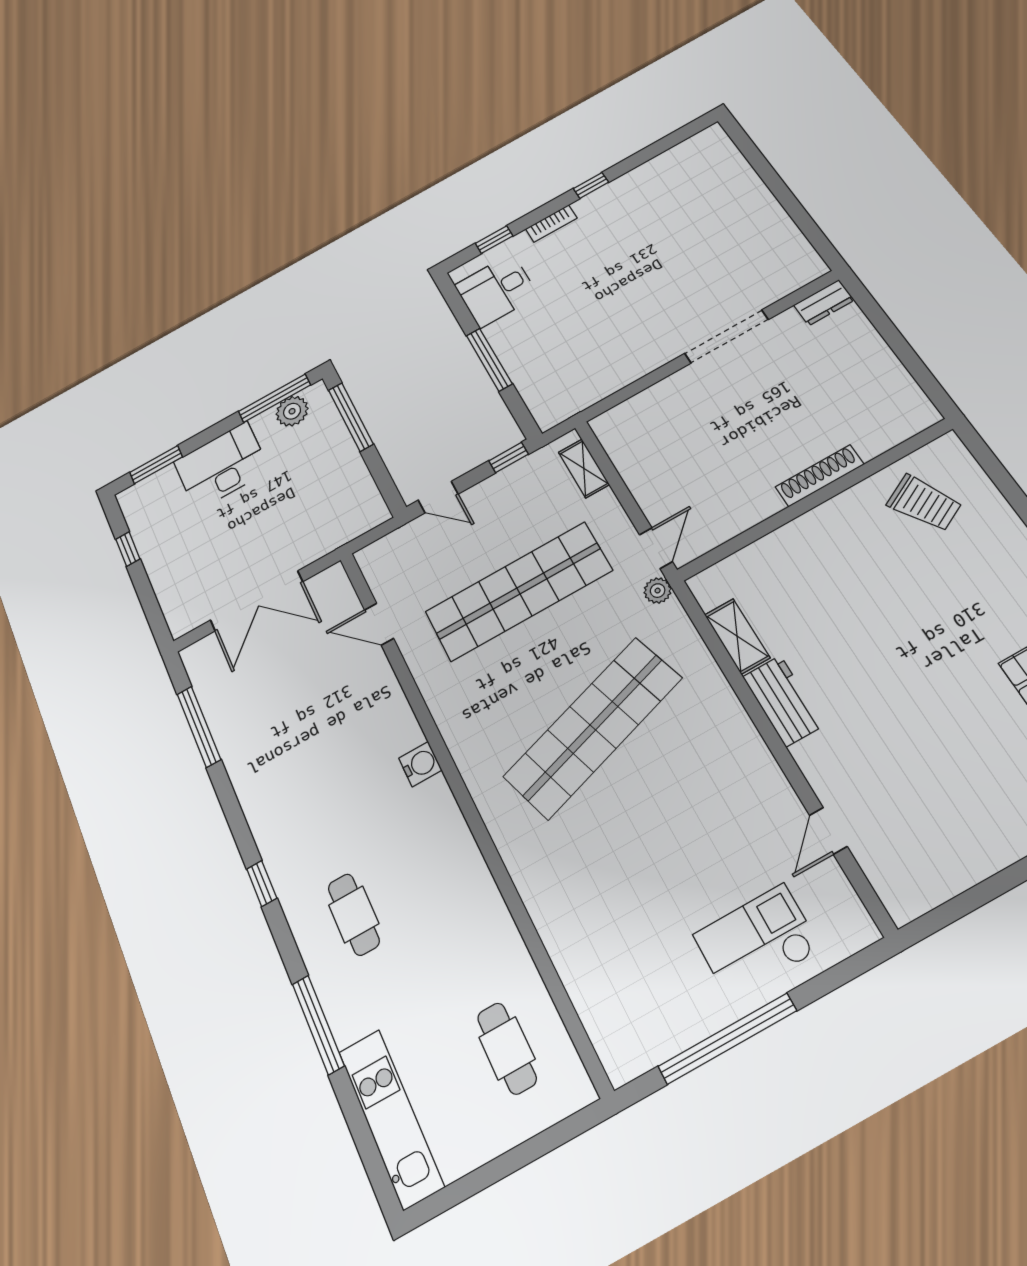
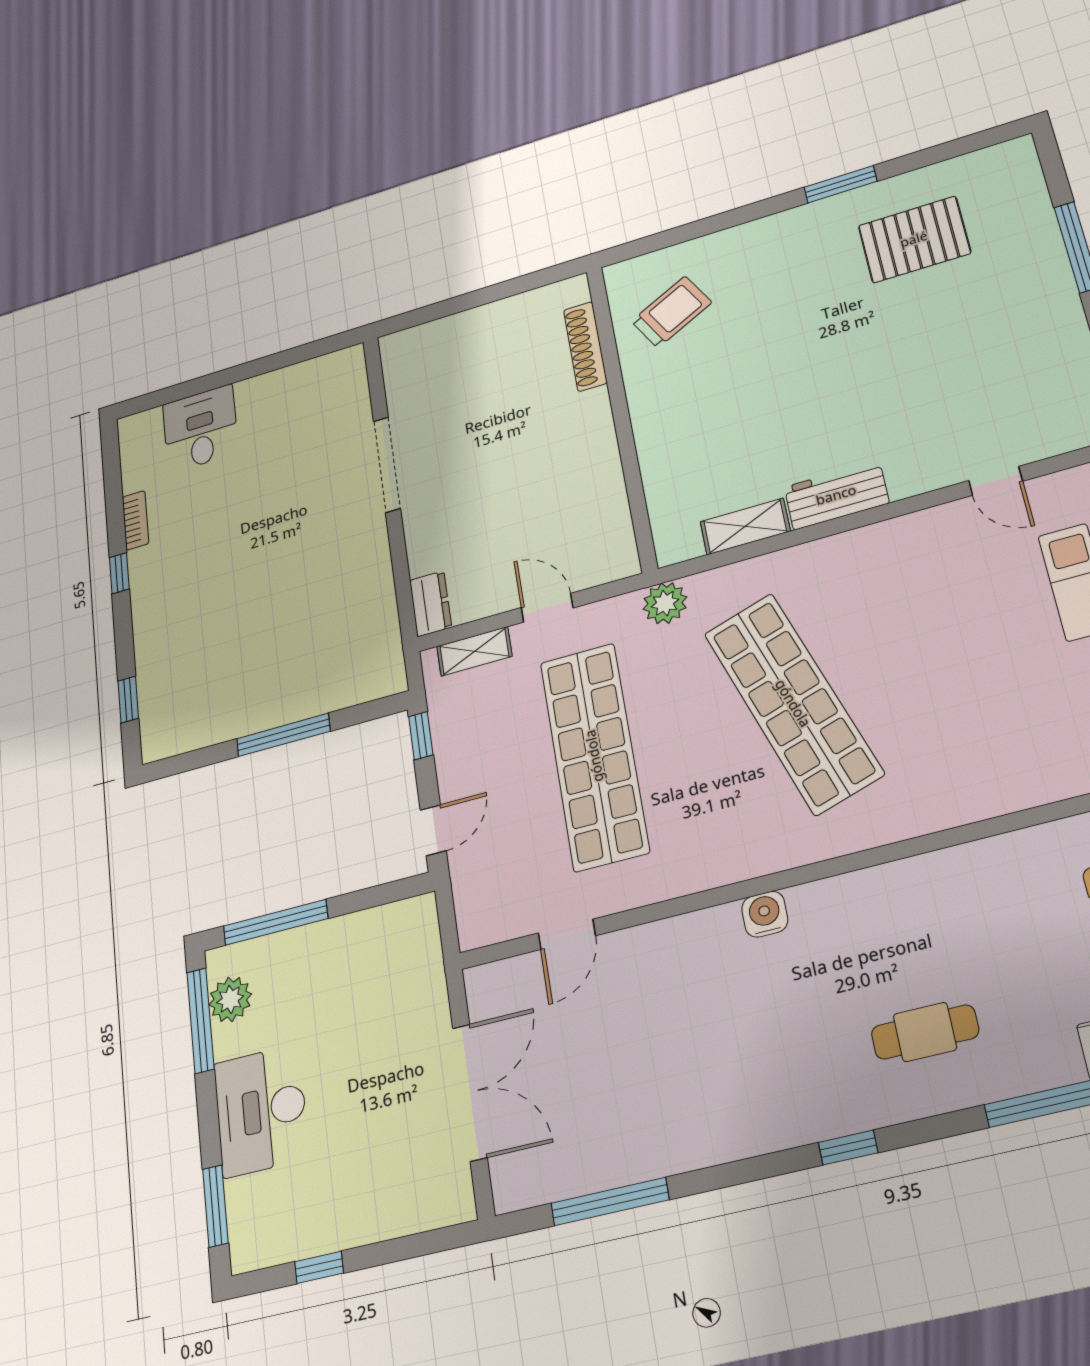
bookcase: (551, 224) -> (136, 520), moved
desk: (496, 290) -> (200, 429), moved, turned 180
dresser: (824, 303) -> (431, 604), moved
shoe rack: (820, 476) -> (585, 346), moved
door: (656, 548) -> (547, 608), moved
plant: (658, 591) -> (665, 603), width x1.38, depth x1.38

